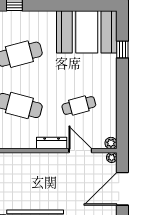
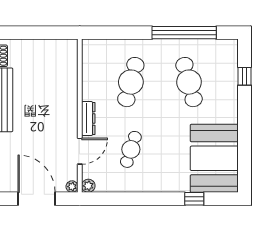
cafe table: (79, 106) -> (131, 149), turned 33

